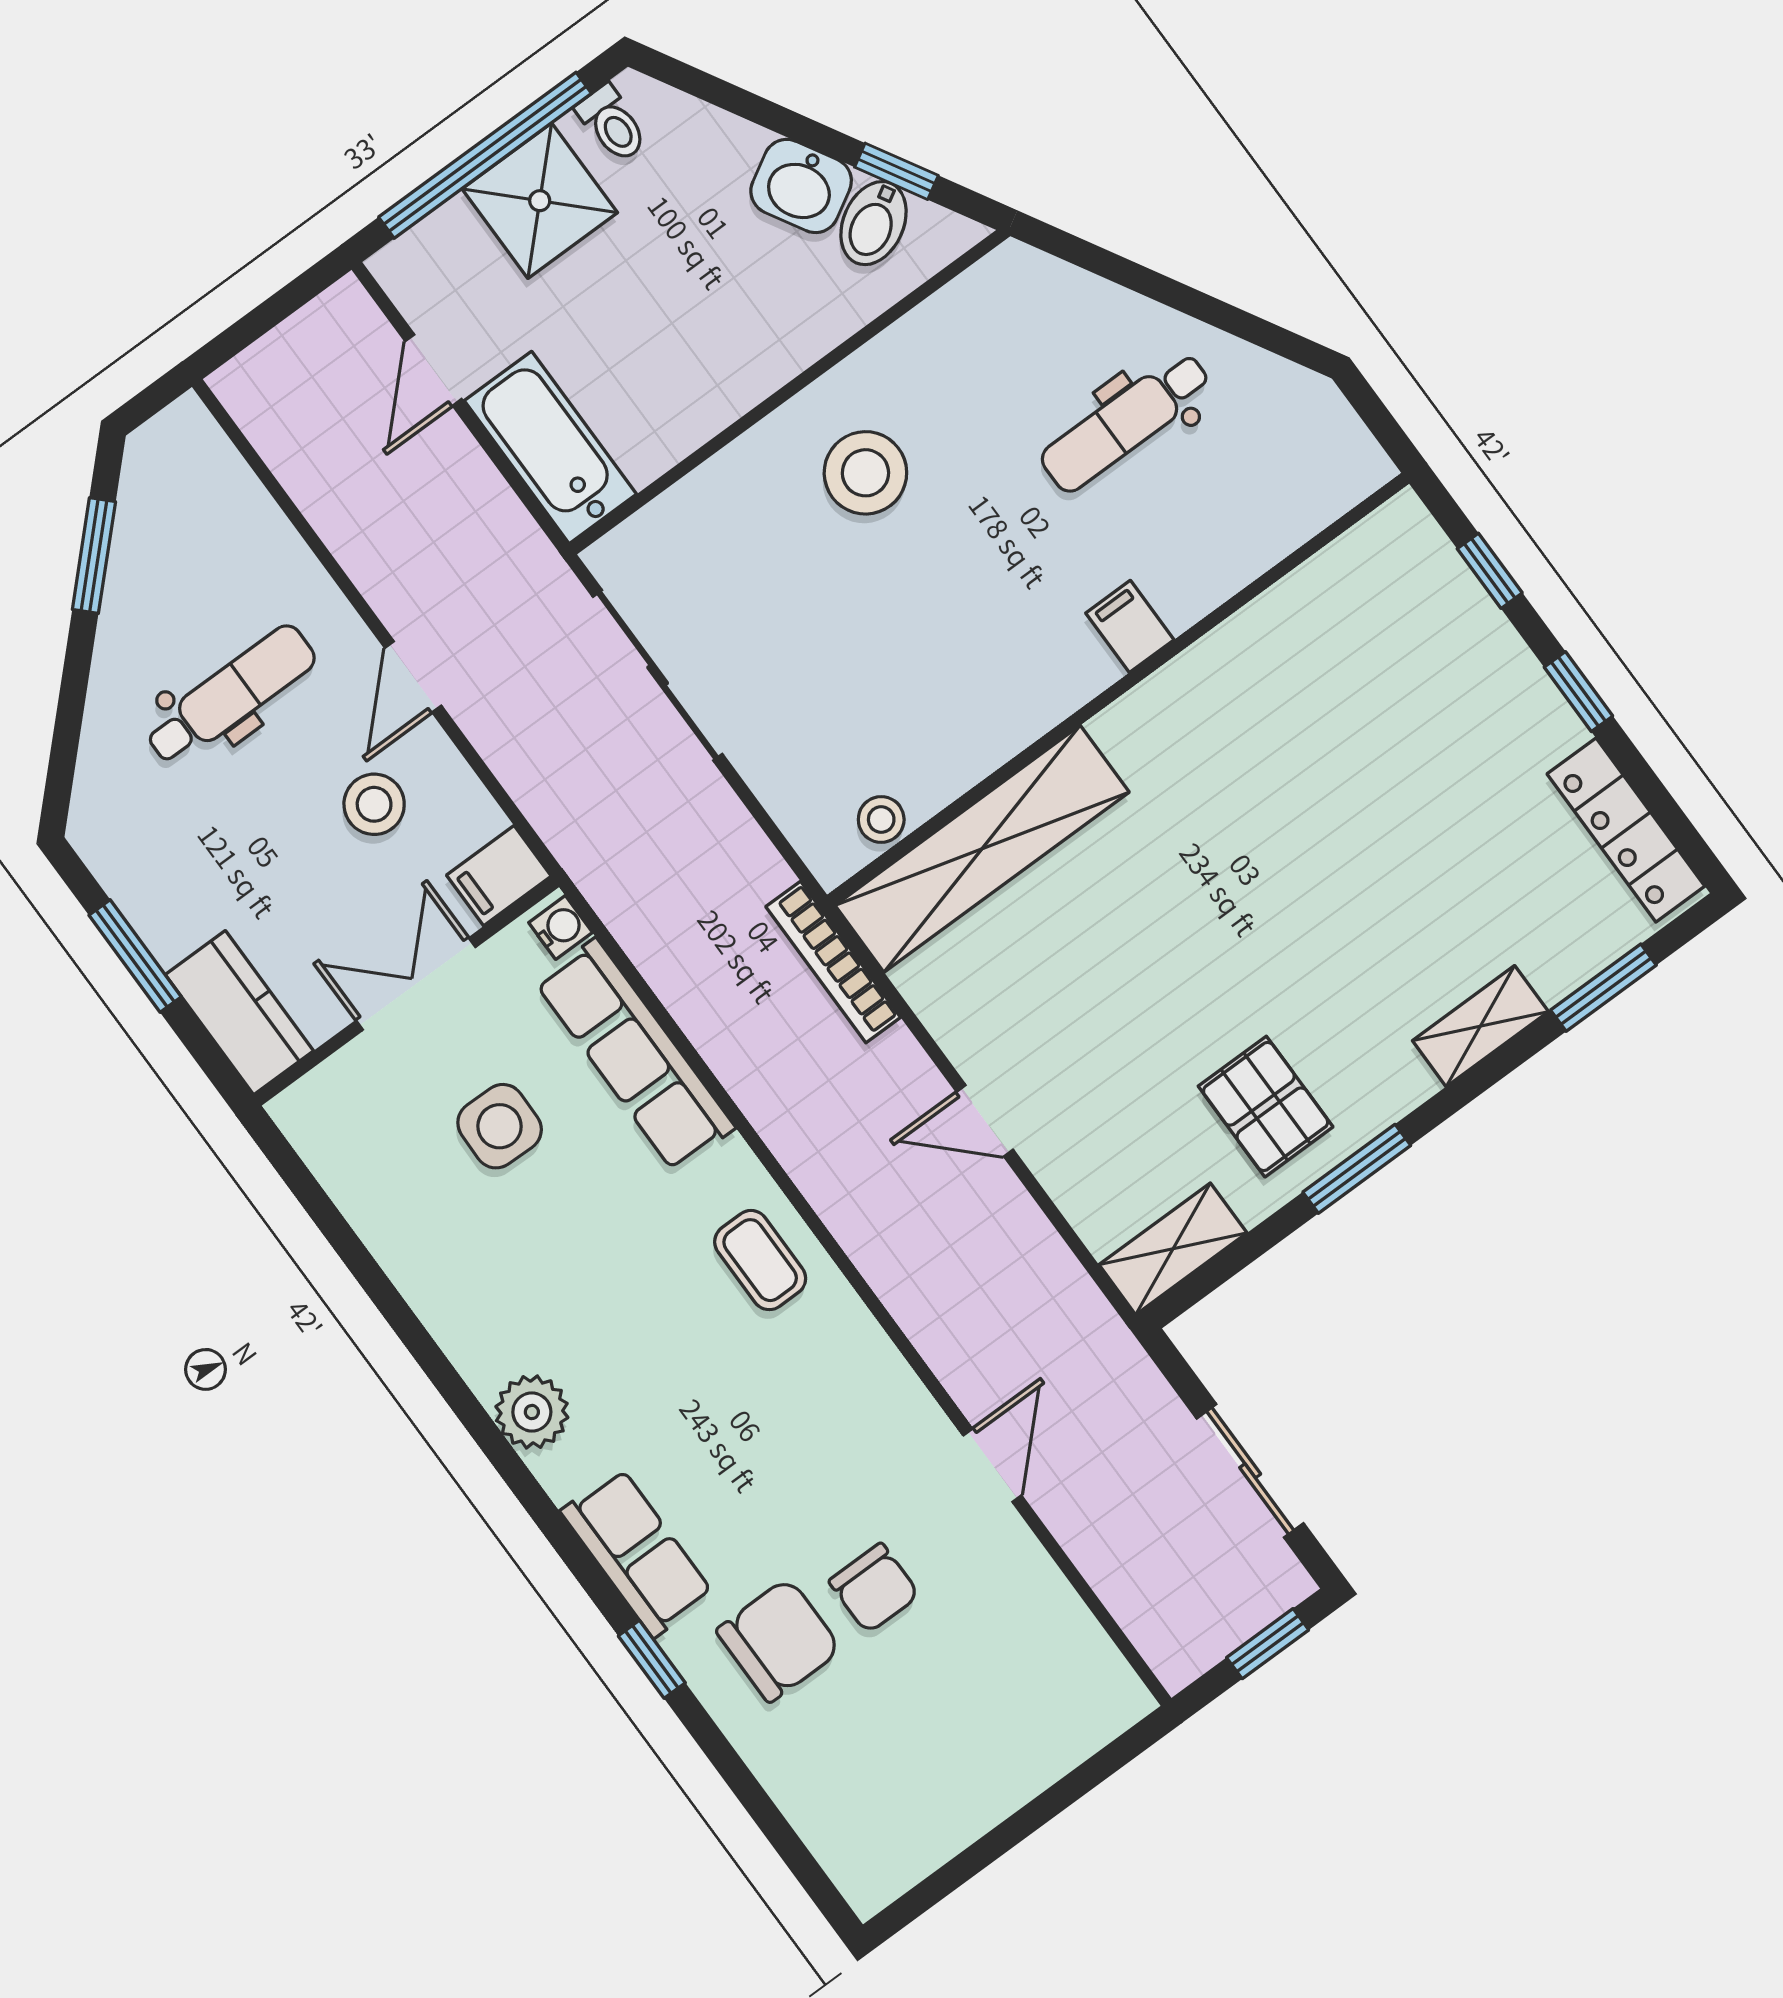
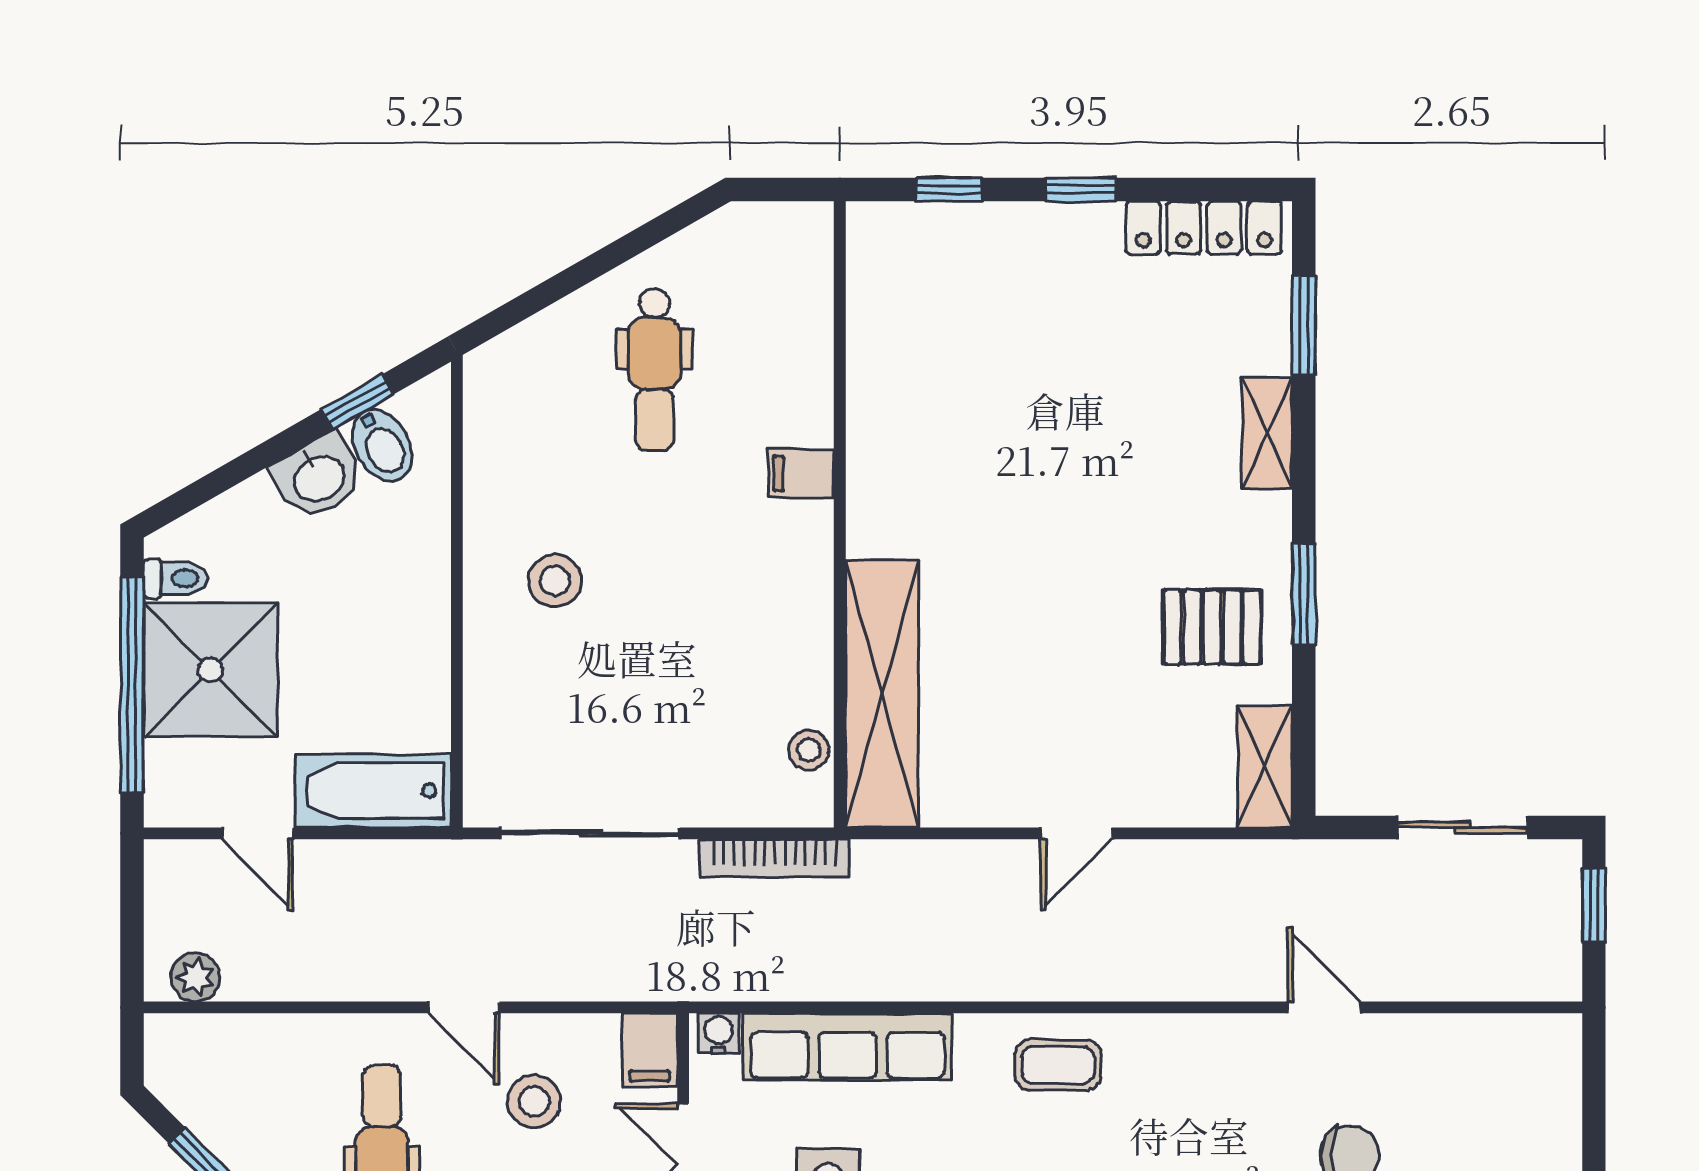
shower: (540, 201) -> (211, 670), width x1.37, depth x1.37
plant: (260, 410) -> (196, 977), added
stool: (865, 473) -> (555, 581), width x0.73, depth x0.73
bookcase: (833, 962) -> (774, 858), moved

